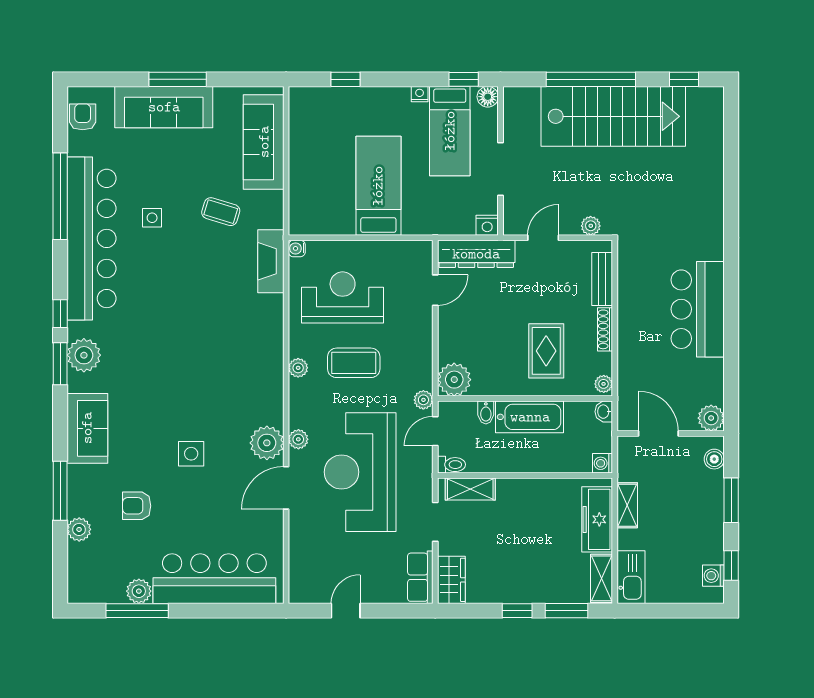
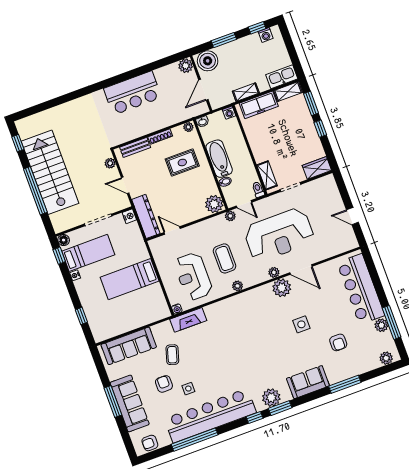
armchair: (176, 179) -> (164, 384), added
boiler: (714, 459) -> (208, 61), width x1.86, depth x1.86
plant: (79, 529) -> (386, 358), moved
row of seats: (420, 577) -> (321, 184), removed

